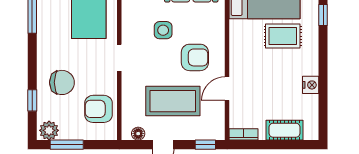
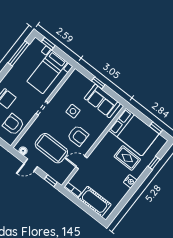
nightstand: (311, 85) -> (130, 181), moved
cot: (284, 130) -> (95, 201), width x1.37, depth x1.34

